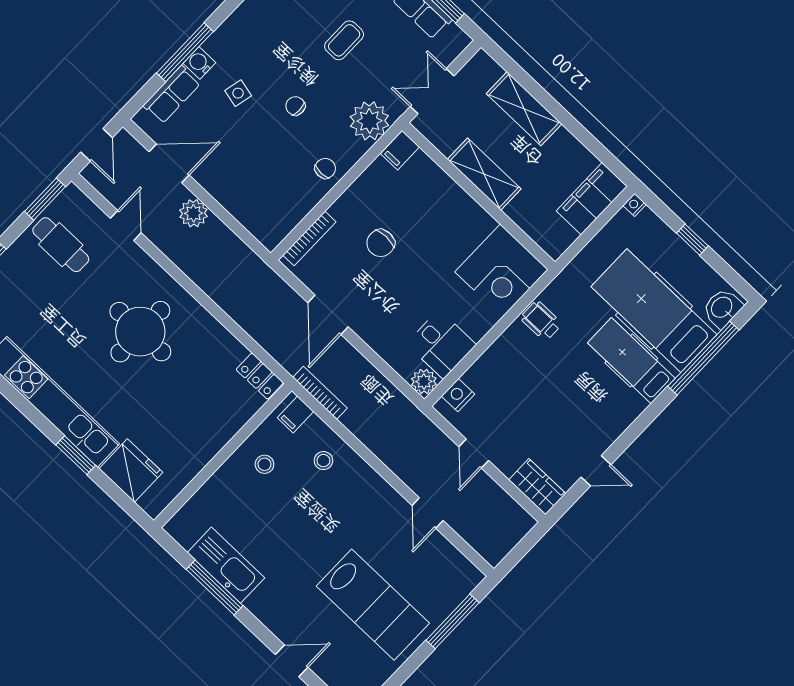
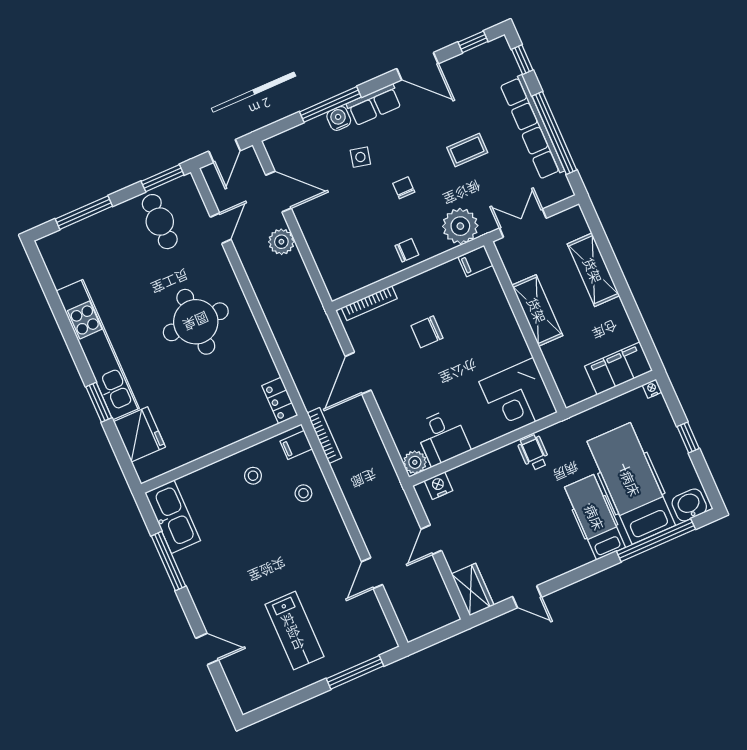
row of seats: (172, 95) -> (374, 105), moved
kitchen sink: (226, 565) -> (173, 517), moved
lab bench: (373, 605) -> (294, 631), width x0.73, depth x0.72

